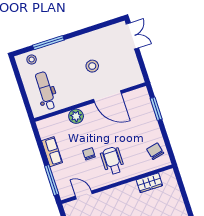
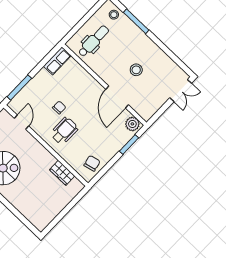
plant: (76, 116) -> (132, 124), moved
row of seats: (52, 152) -> (57, 61), moved

